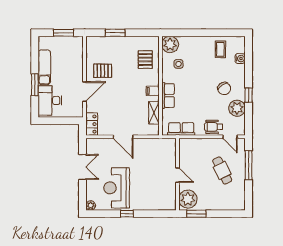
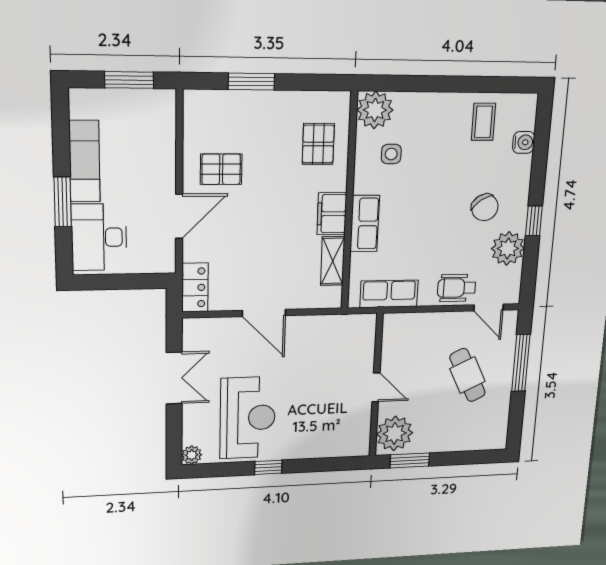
filing cabinet: (153, 91) -> (332, 214), width x2.00
reception desk: (117, 188) -> (248, 418), turned 180

